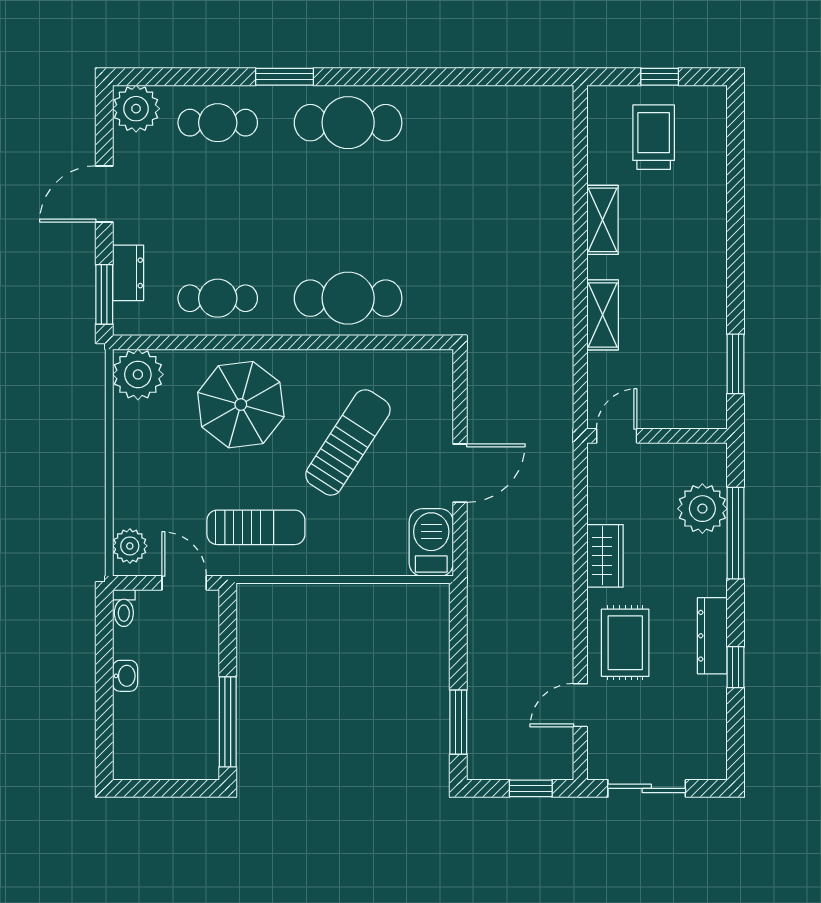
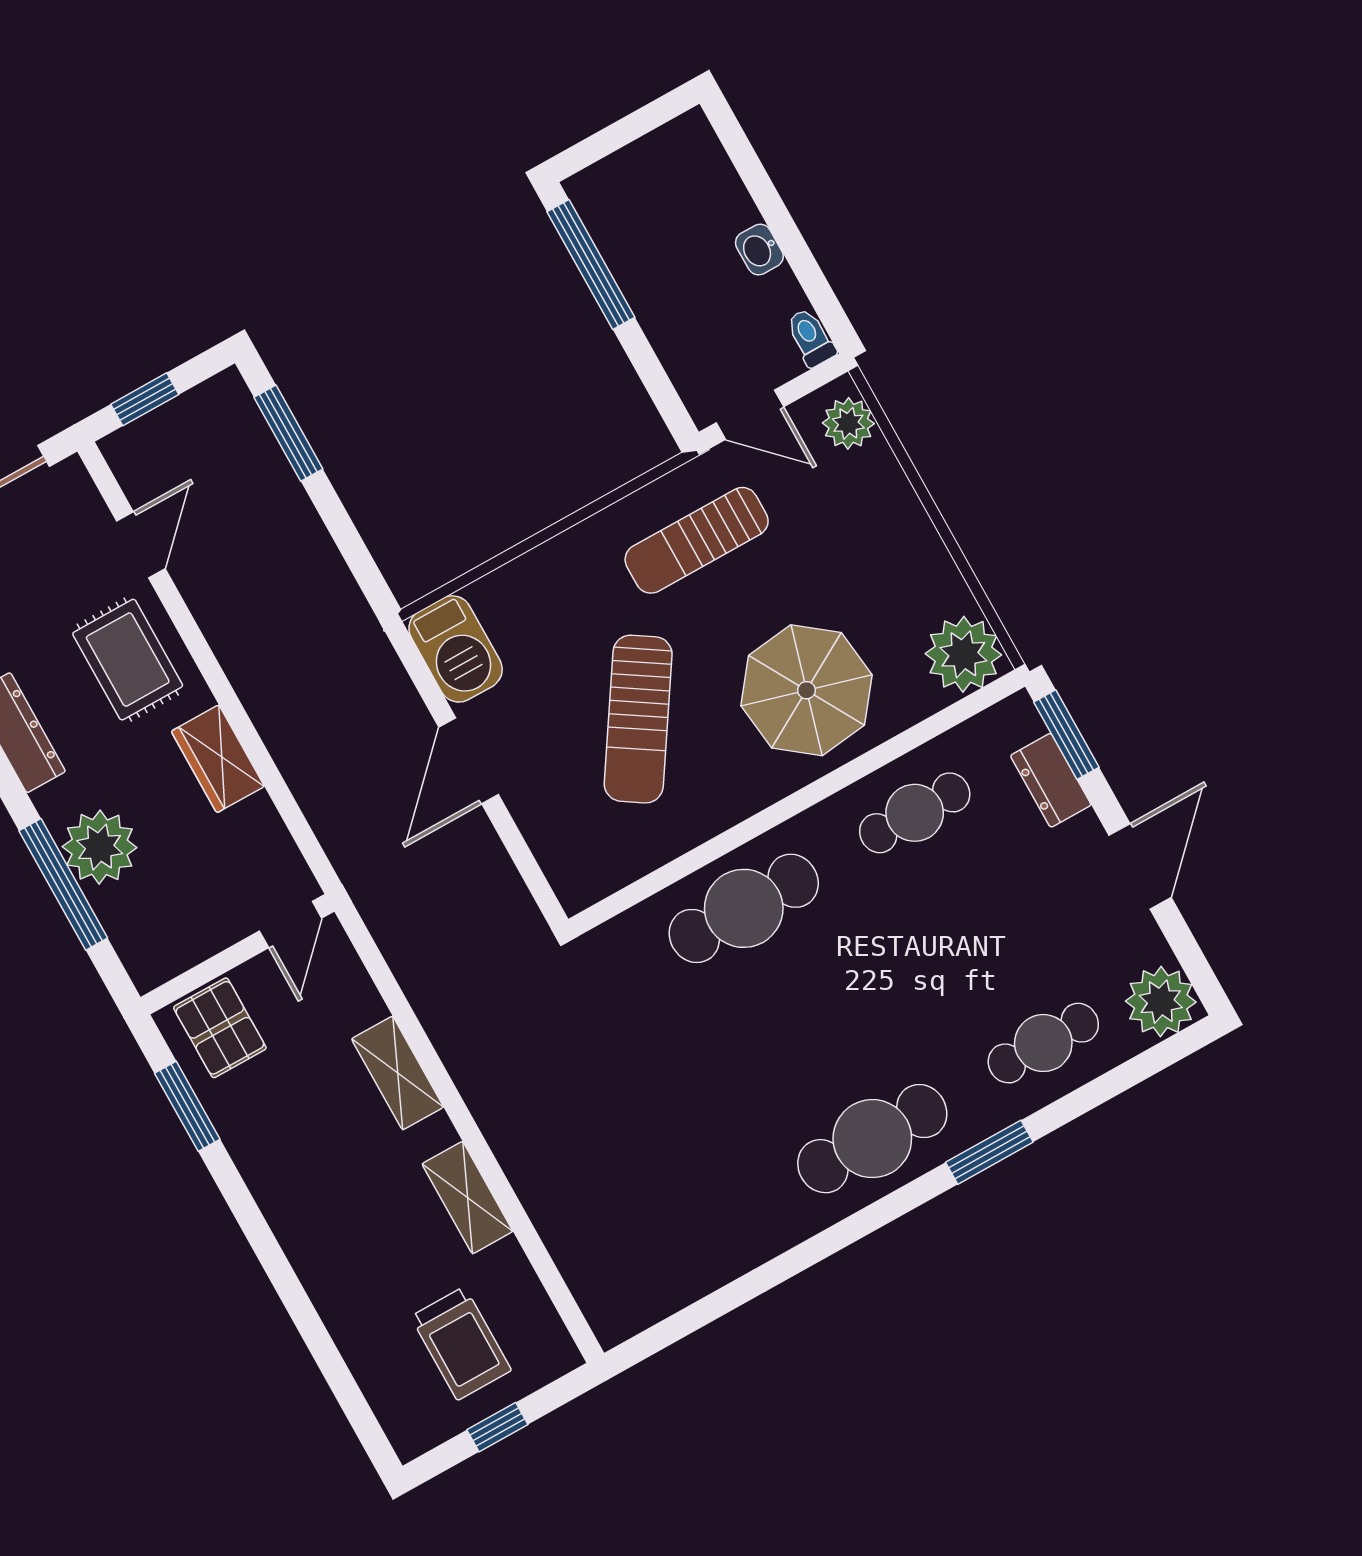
pallet: (691, 399) -> (220, 1028), added
plant: (702, 509) -> (100, 847), moved

